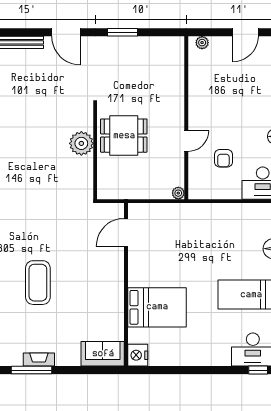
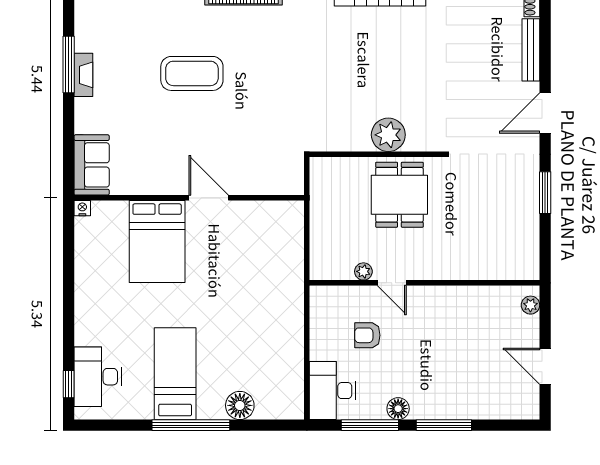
plant: (178, 193) -> (363, 271), moved
door: (126, 232) -> (209, 198), moved
nightstand: (138, 355) -> (82, 208), width x0.53, depth x0.56

